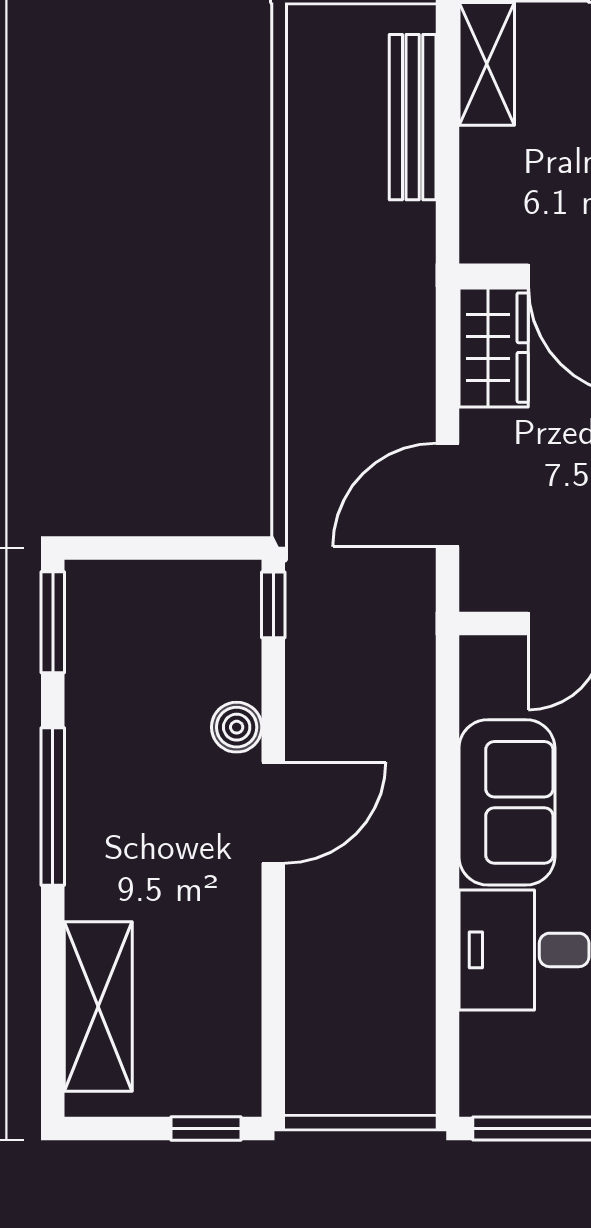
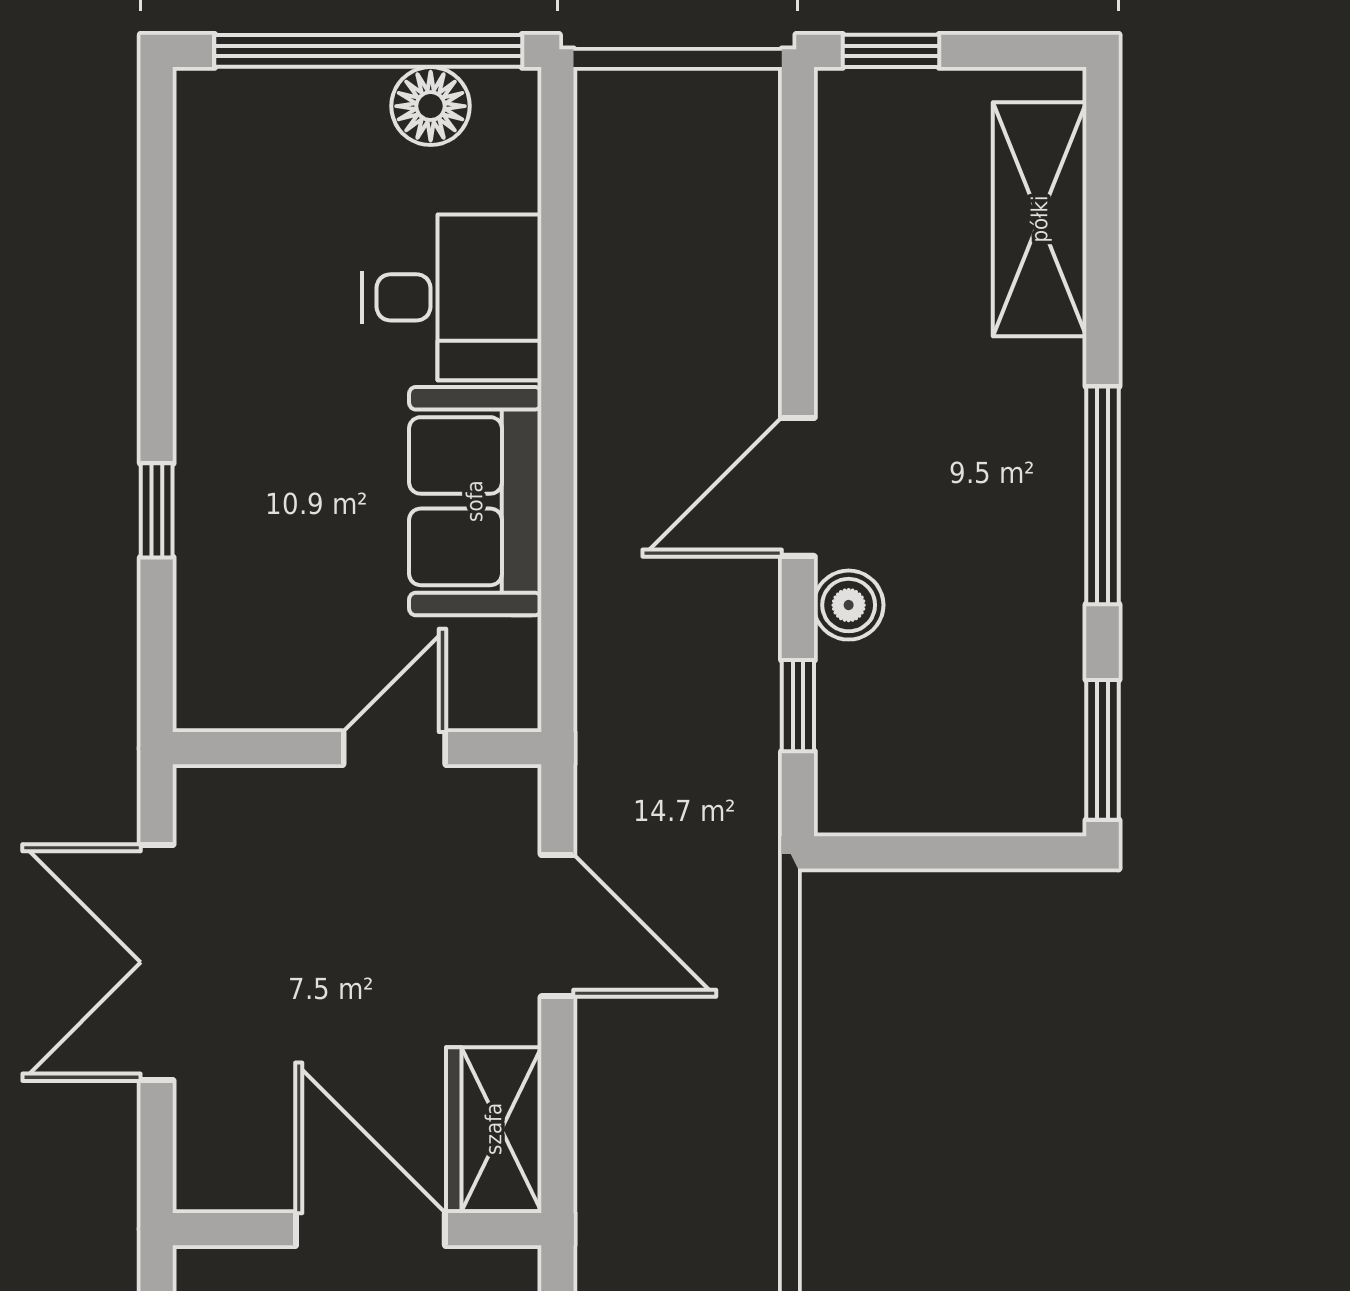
door: (447, 495) -> (557, 926), hinge flipped
window: (273, 605) -> (798, 706), moved
floor lamp: (539, 1088) -> (431, 106), added

